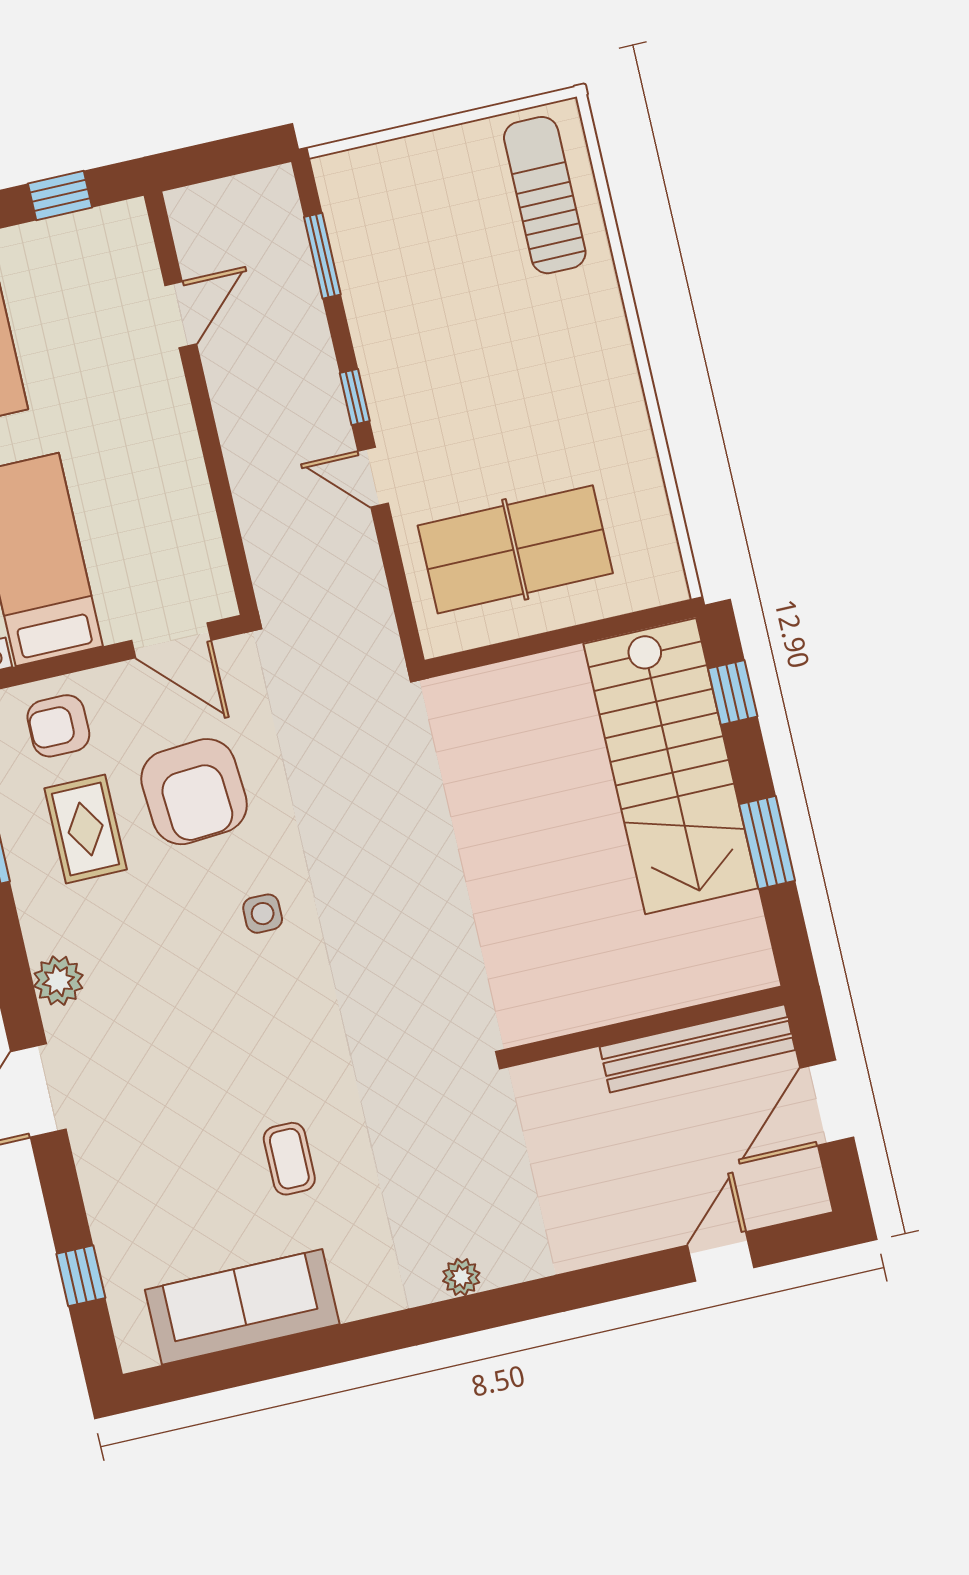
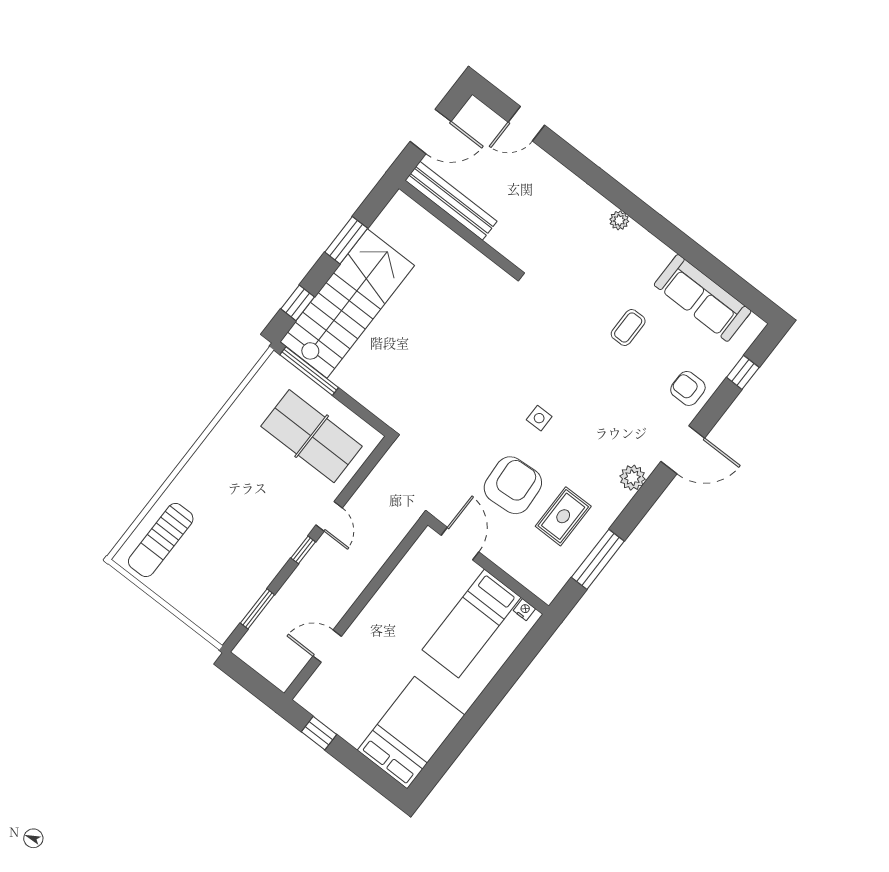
window: (616, 626) -> (309, 371), added
armchair: (58, 726) -> (688, 388), moved, turned 180

